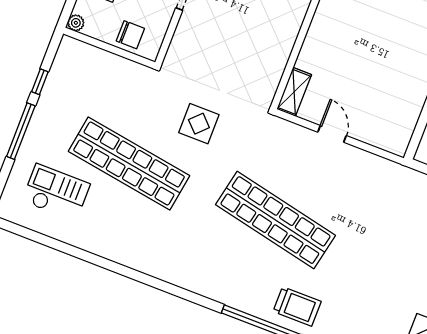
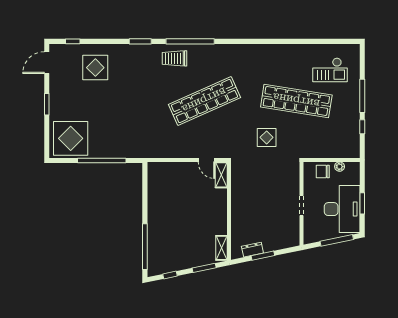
plant: (76, 23) -> (340, 167), moved
door: (332, 134) -> (206, 160), moved
shop shelf: (276, 220) -> (204, 101), turned -36

